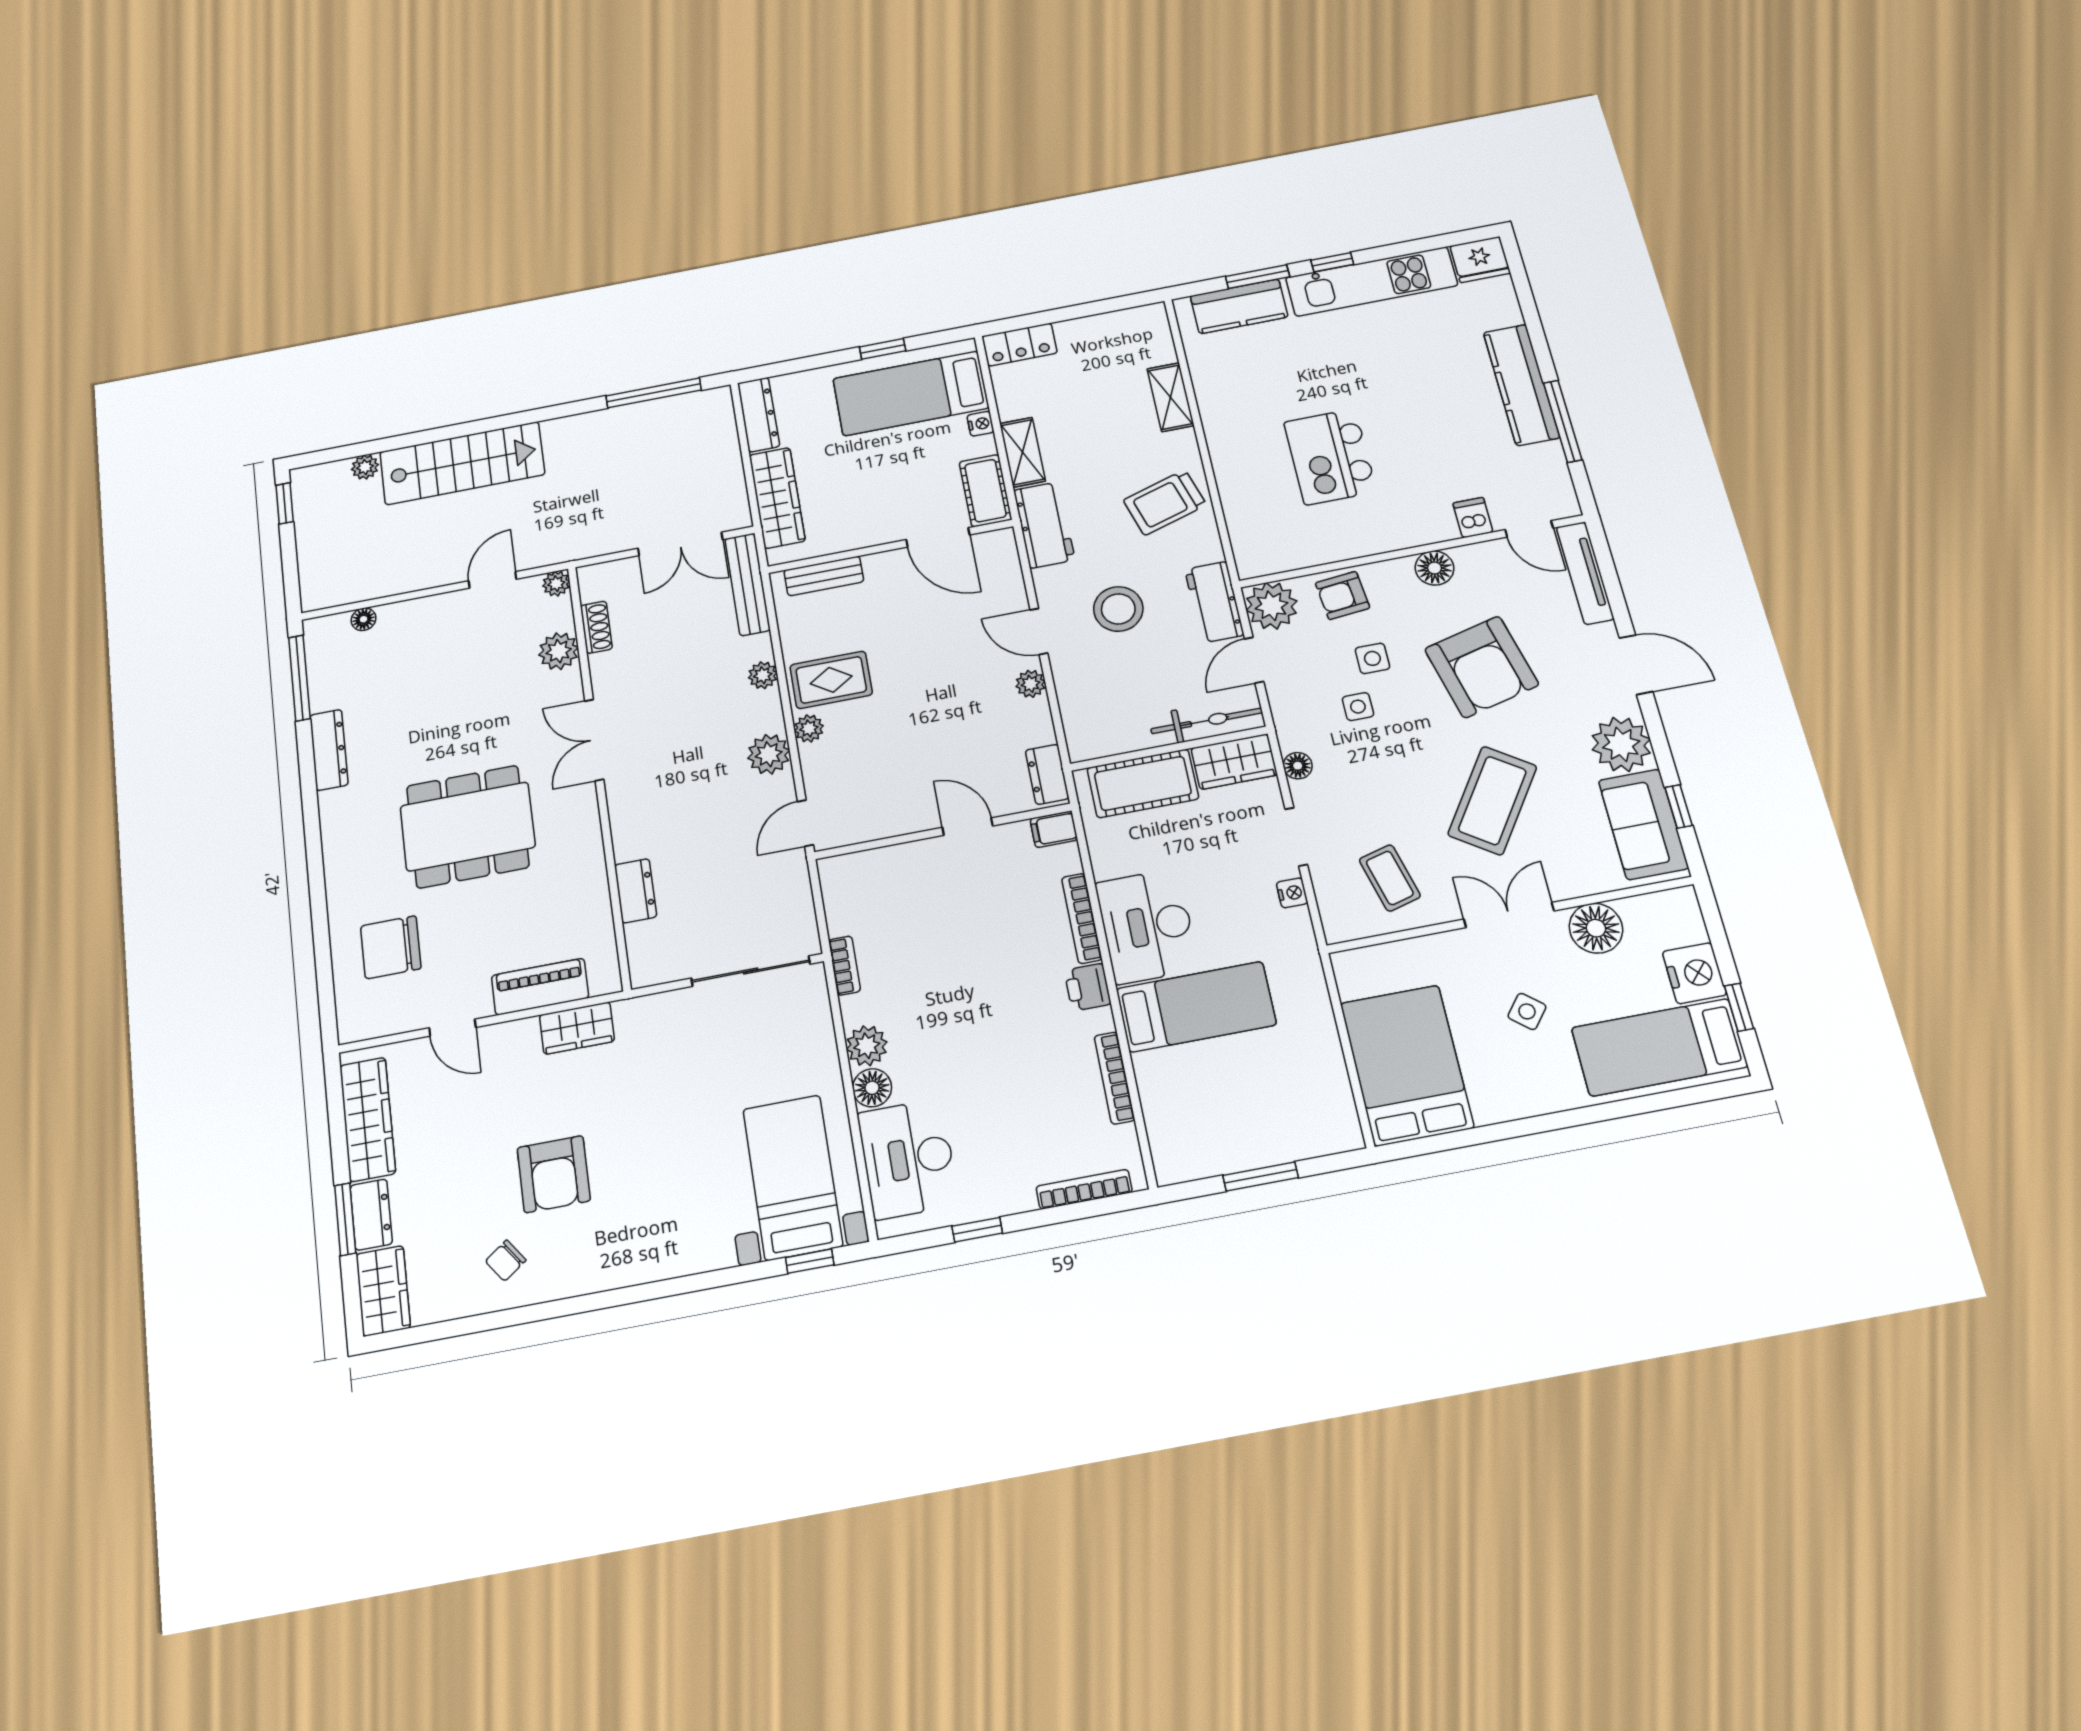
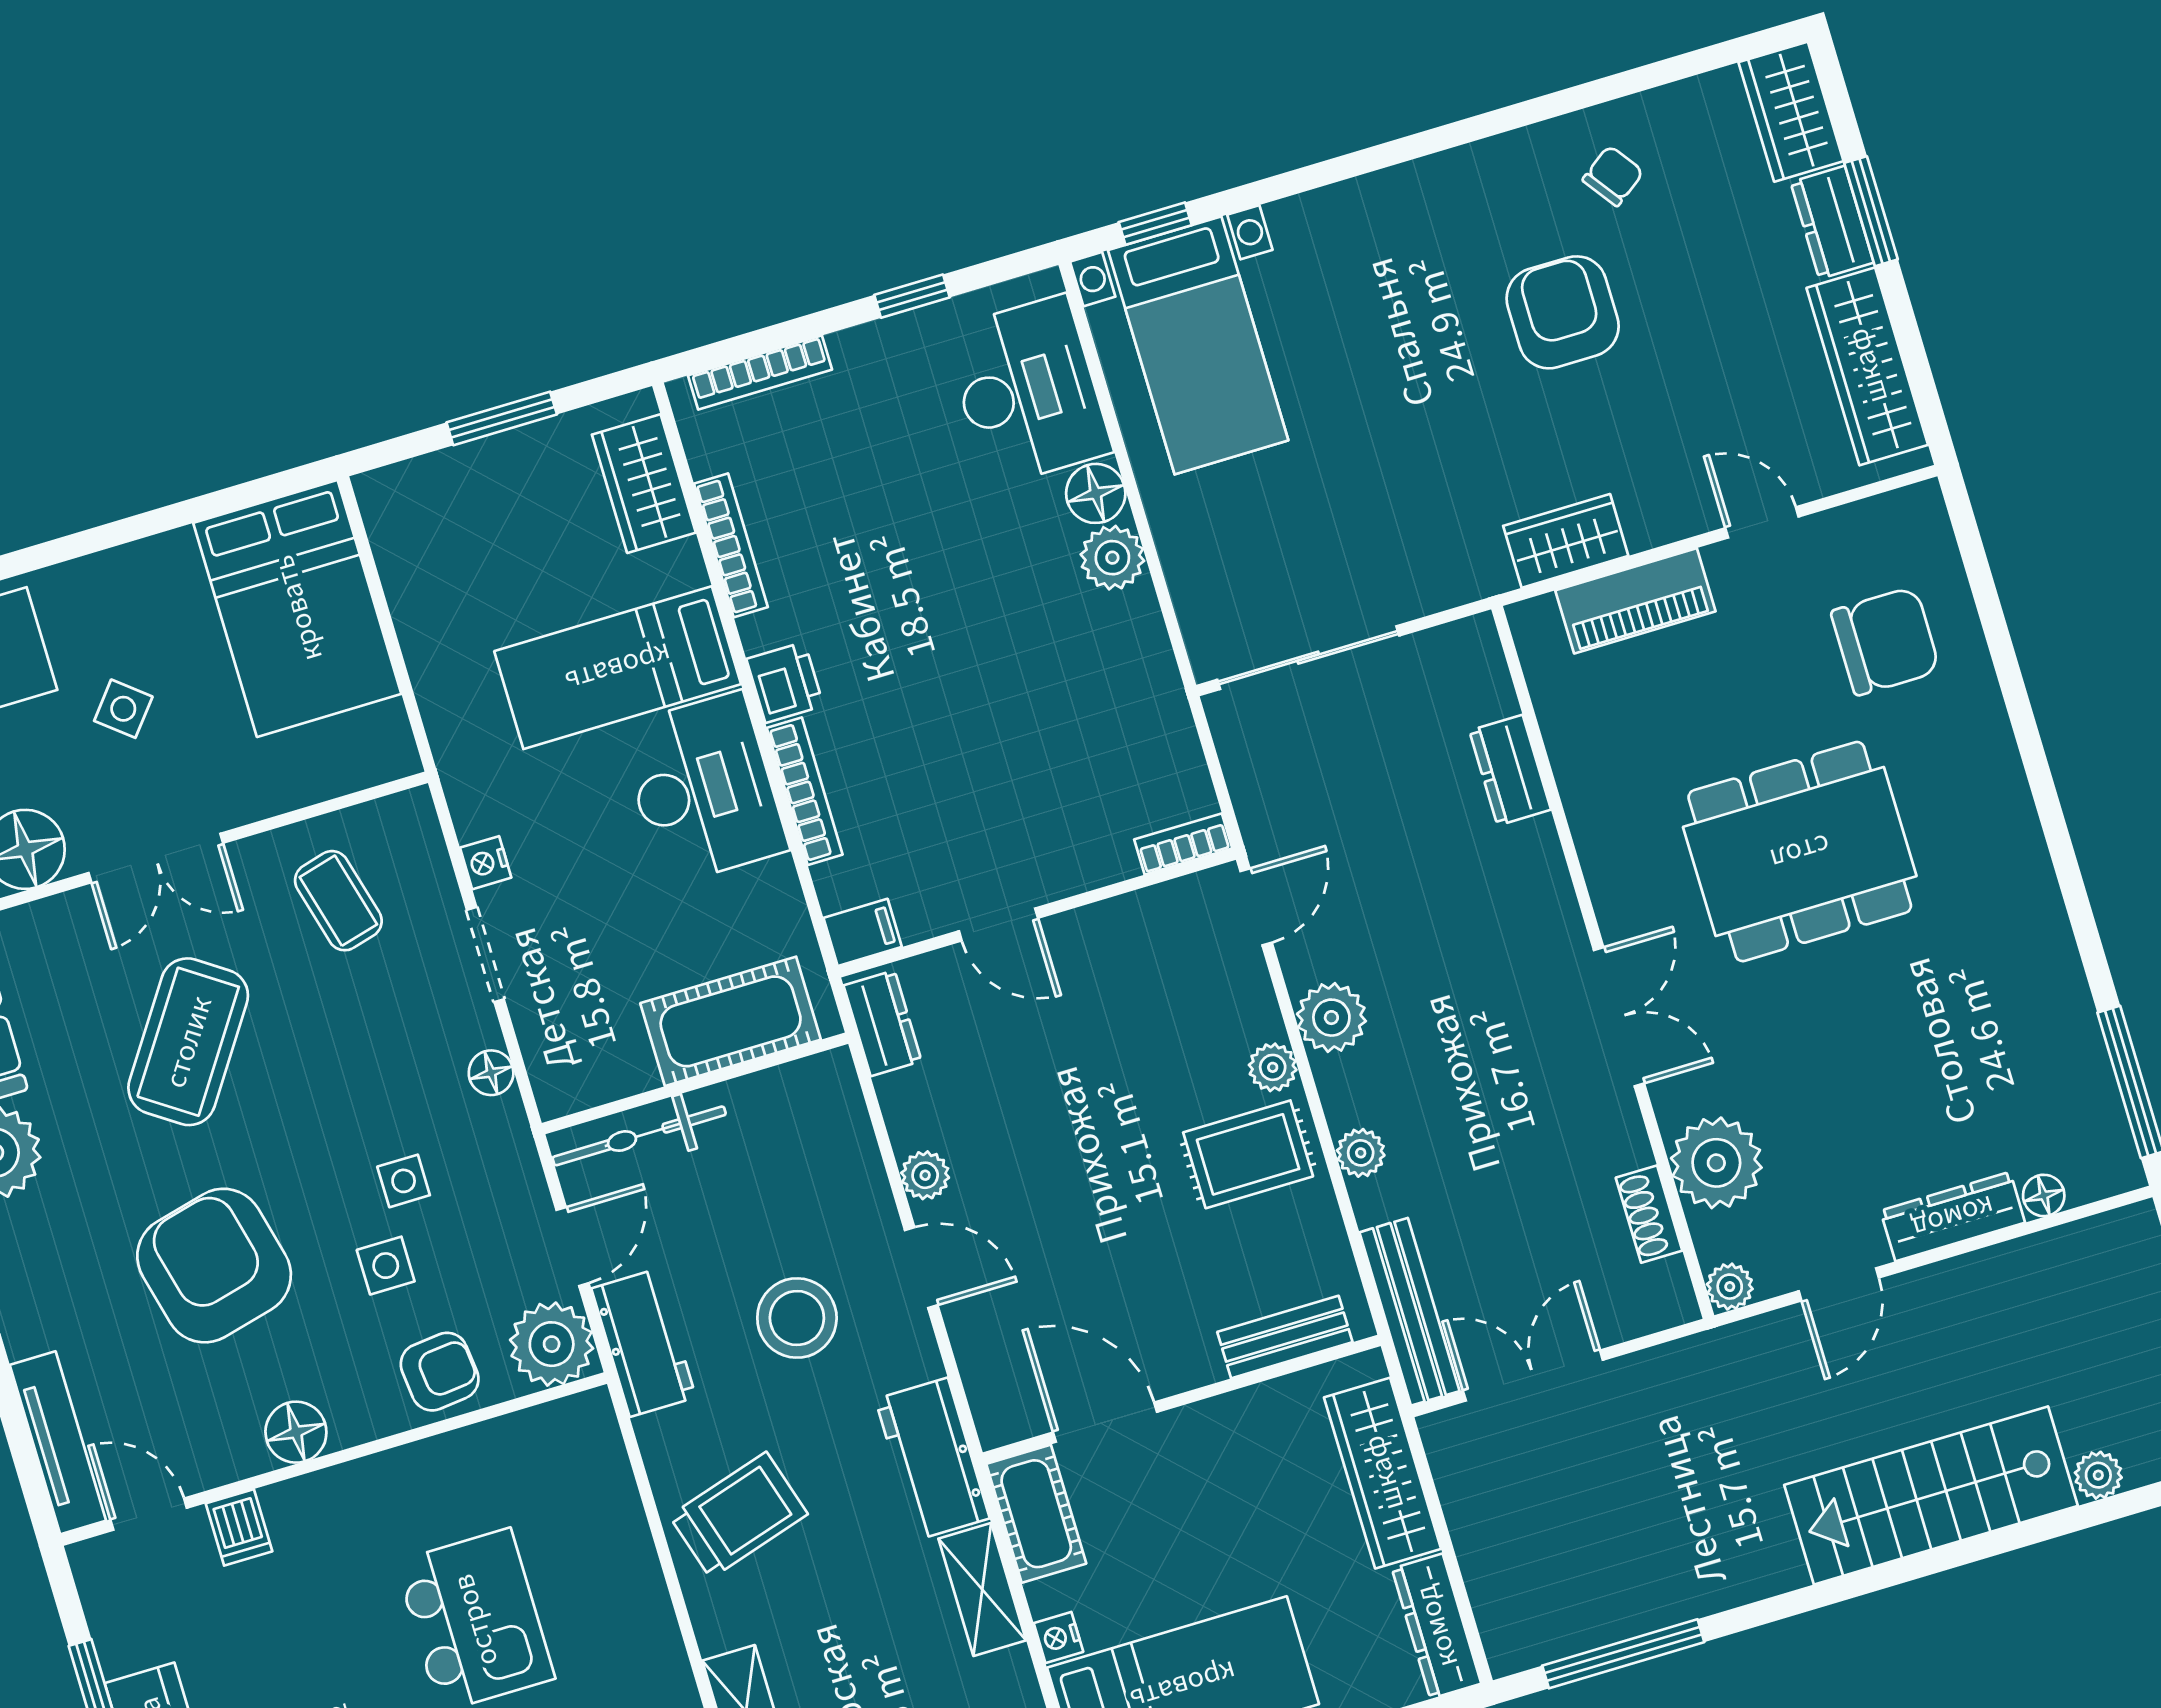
plant: (559, 651) -> (1716, 1163), width x1.36, depth x1.36
dresser: (329, 750) -> (1953, 1217), moved, turned 90
wardrobe: (1234, 762) -> (644, 484), moved, turned -90
bookcase: (844, 966) -> (1183, 844), moved, turned 90

